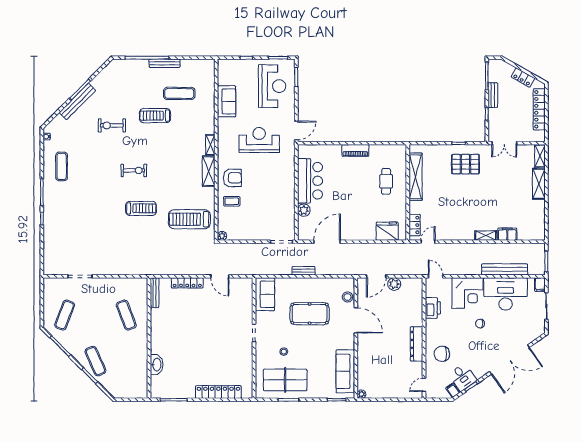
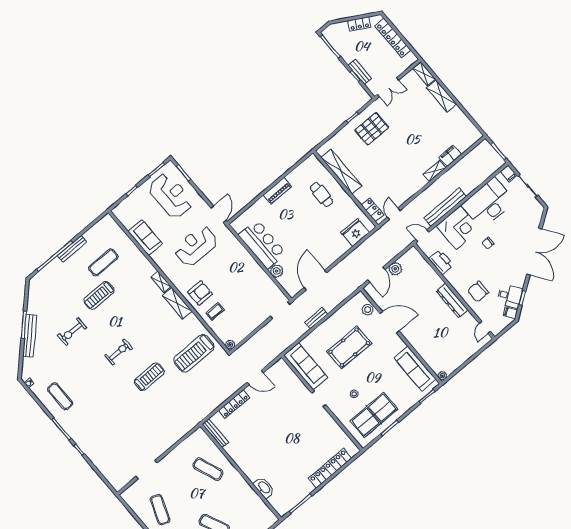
bench: (493, 95) -> (360, 72), moved
bench: (505, 269) -> (445, 207), moved
sofa: (265, 294) -> (306, 366), width x1.36

